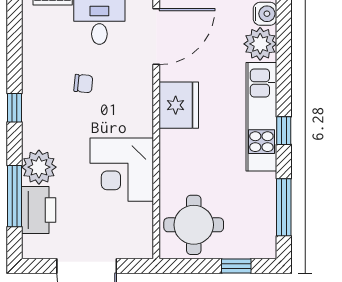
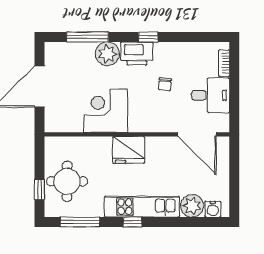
fridge: (179, 105) -> (129, 150), moved
printer: (39, 210) -> (137, 54), moved
round table: (194, 225) -> (67, 181), moved

